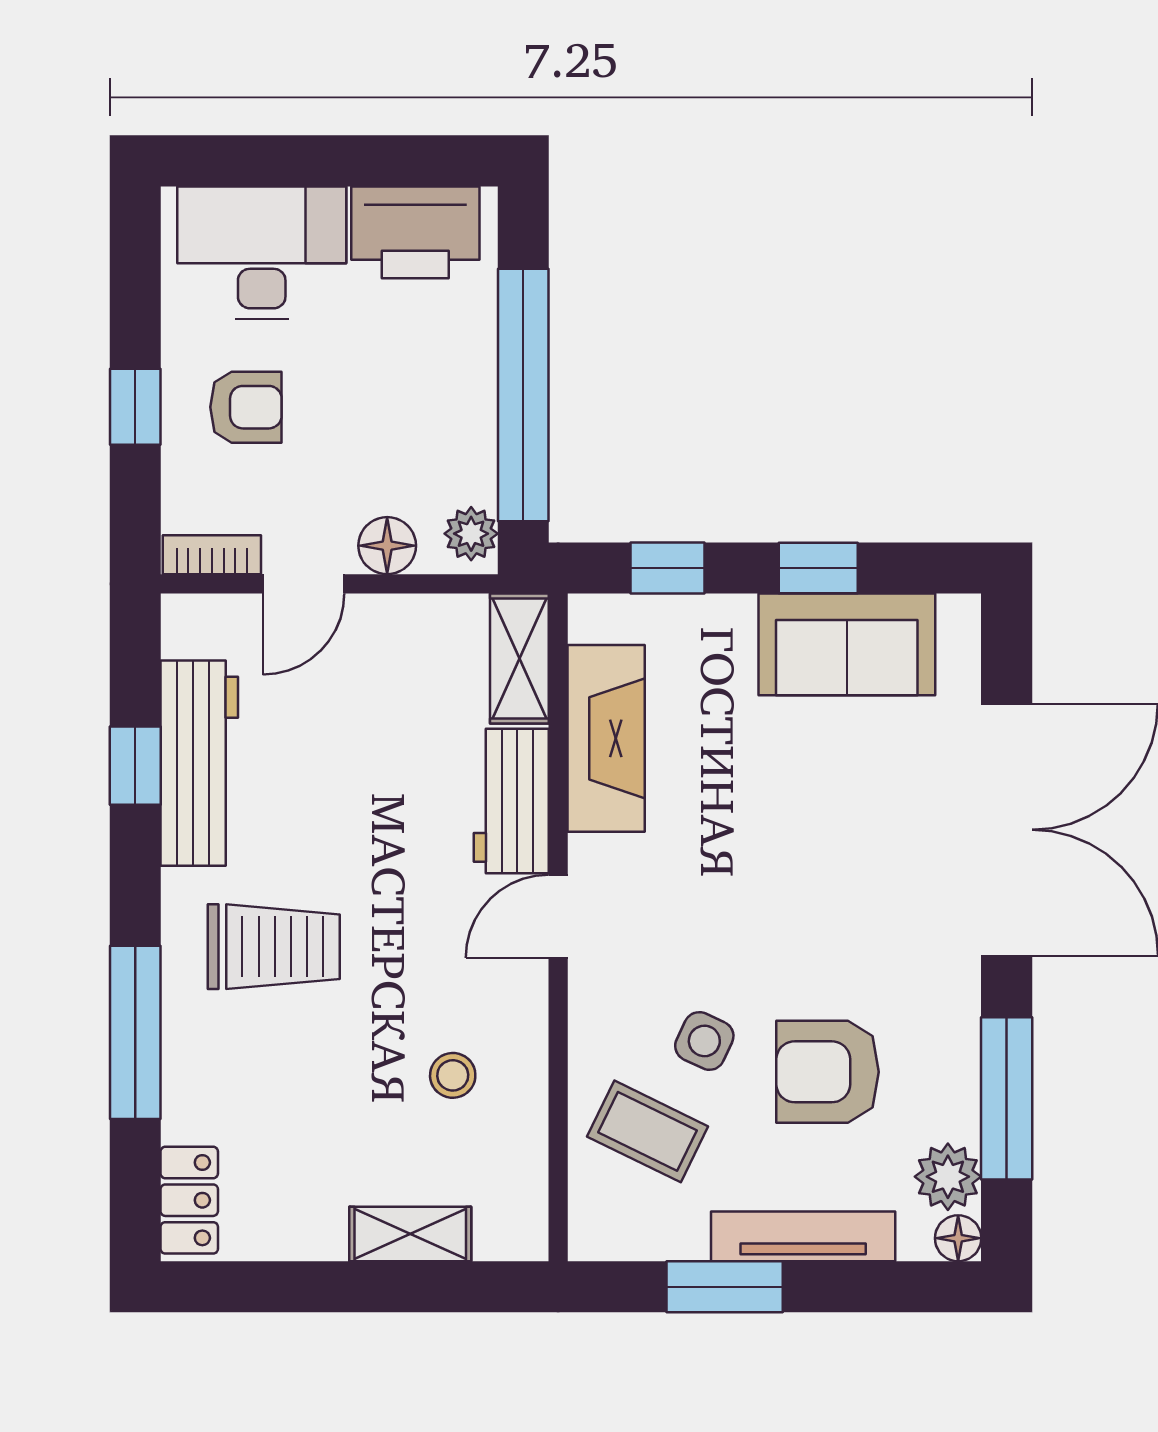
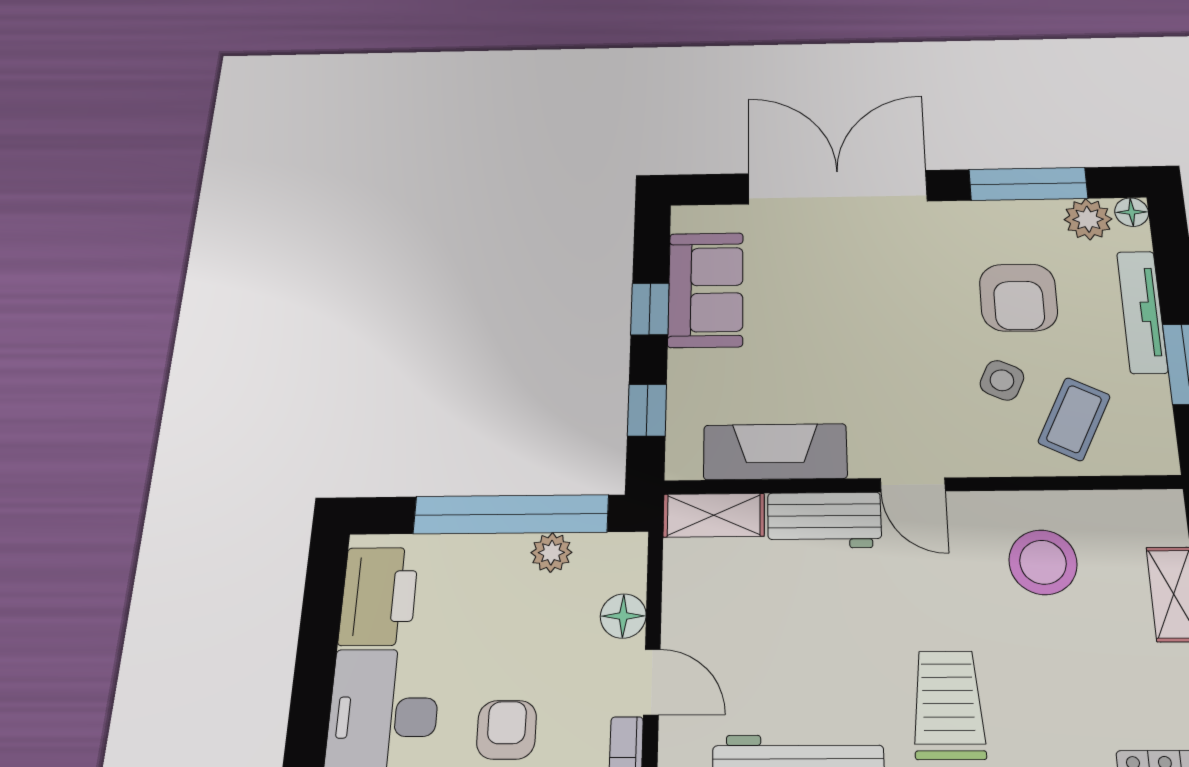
plant: (471, 534) -> (551, 553), moved
stool: (453, 1075) -> (1043, 562), width x1.89, depth x1.89

